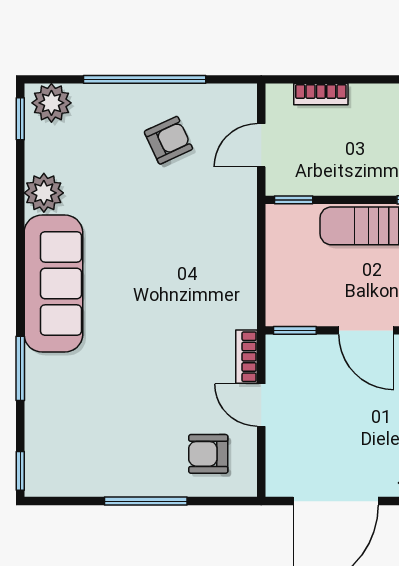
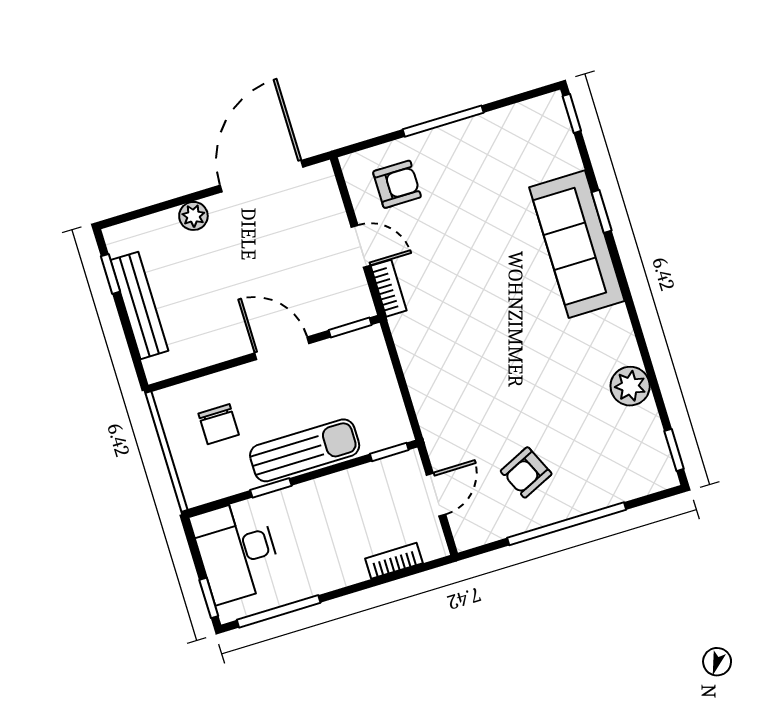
plant: (51, 103) -> (649, 474), removed
sofa: (53, 284) -> (577, 244), moved
window: (20, 368) -> (602, 211), width x0.67

